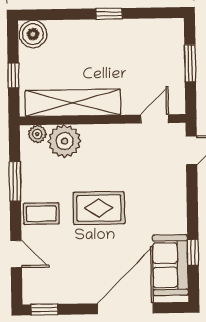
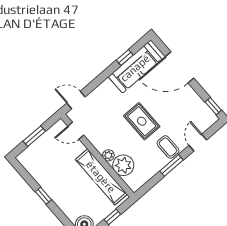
plant: (37, 134) -> (108, 155), moved
window: (15, 181) -> (172, 165), moved
sofa: (170, 265) -> (135, 68), width x1.36

